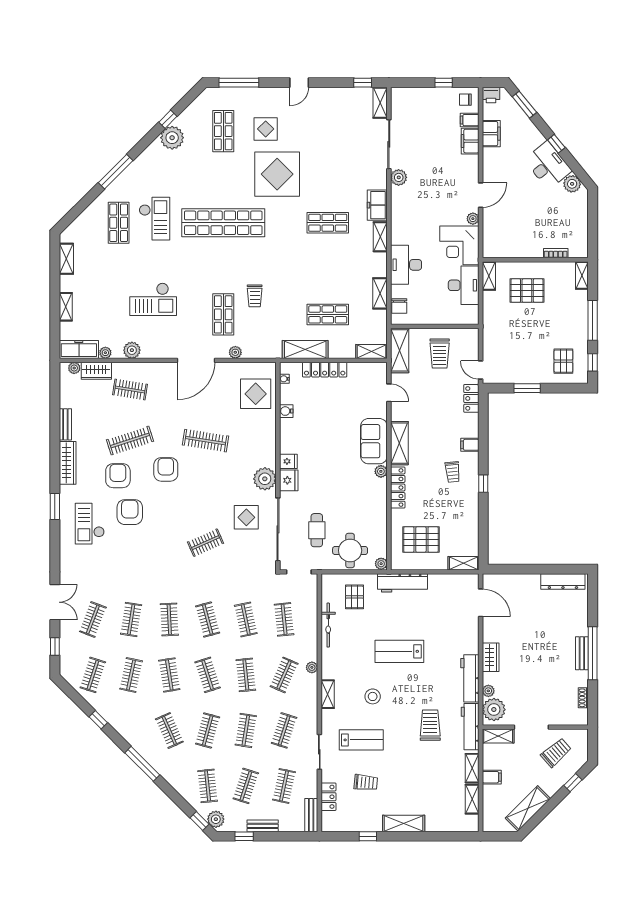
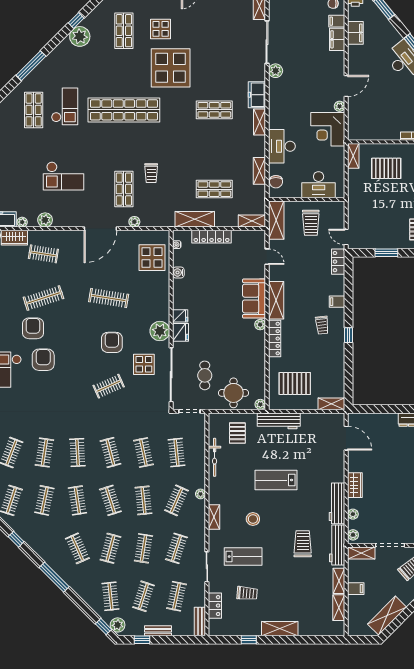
desk: (464, 285) -> (319, 185), moved, turned 90
armchair: (166, 469) -> (112, 342), moved
plant: (494, 710) -> (353, 535), width x0.53, depth x0.53

